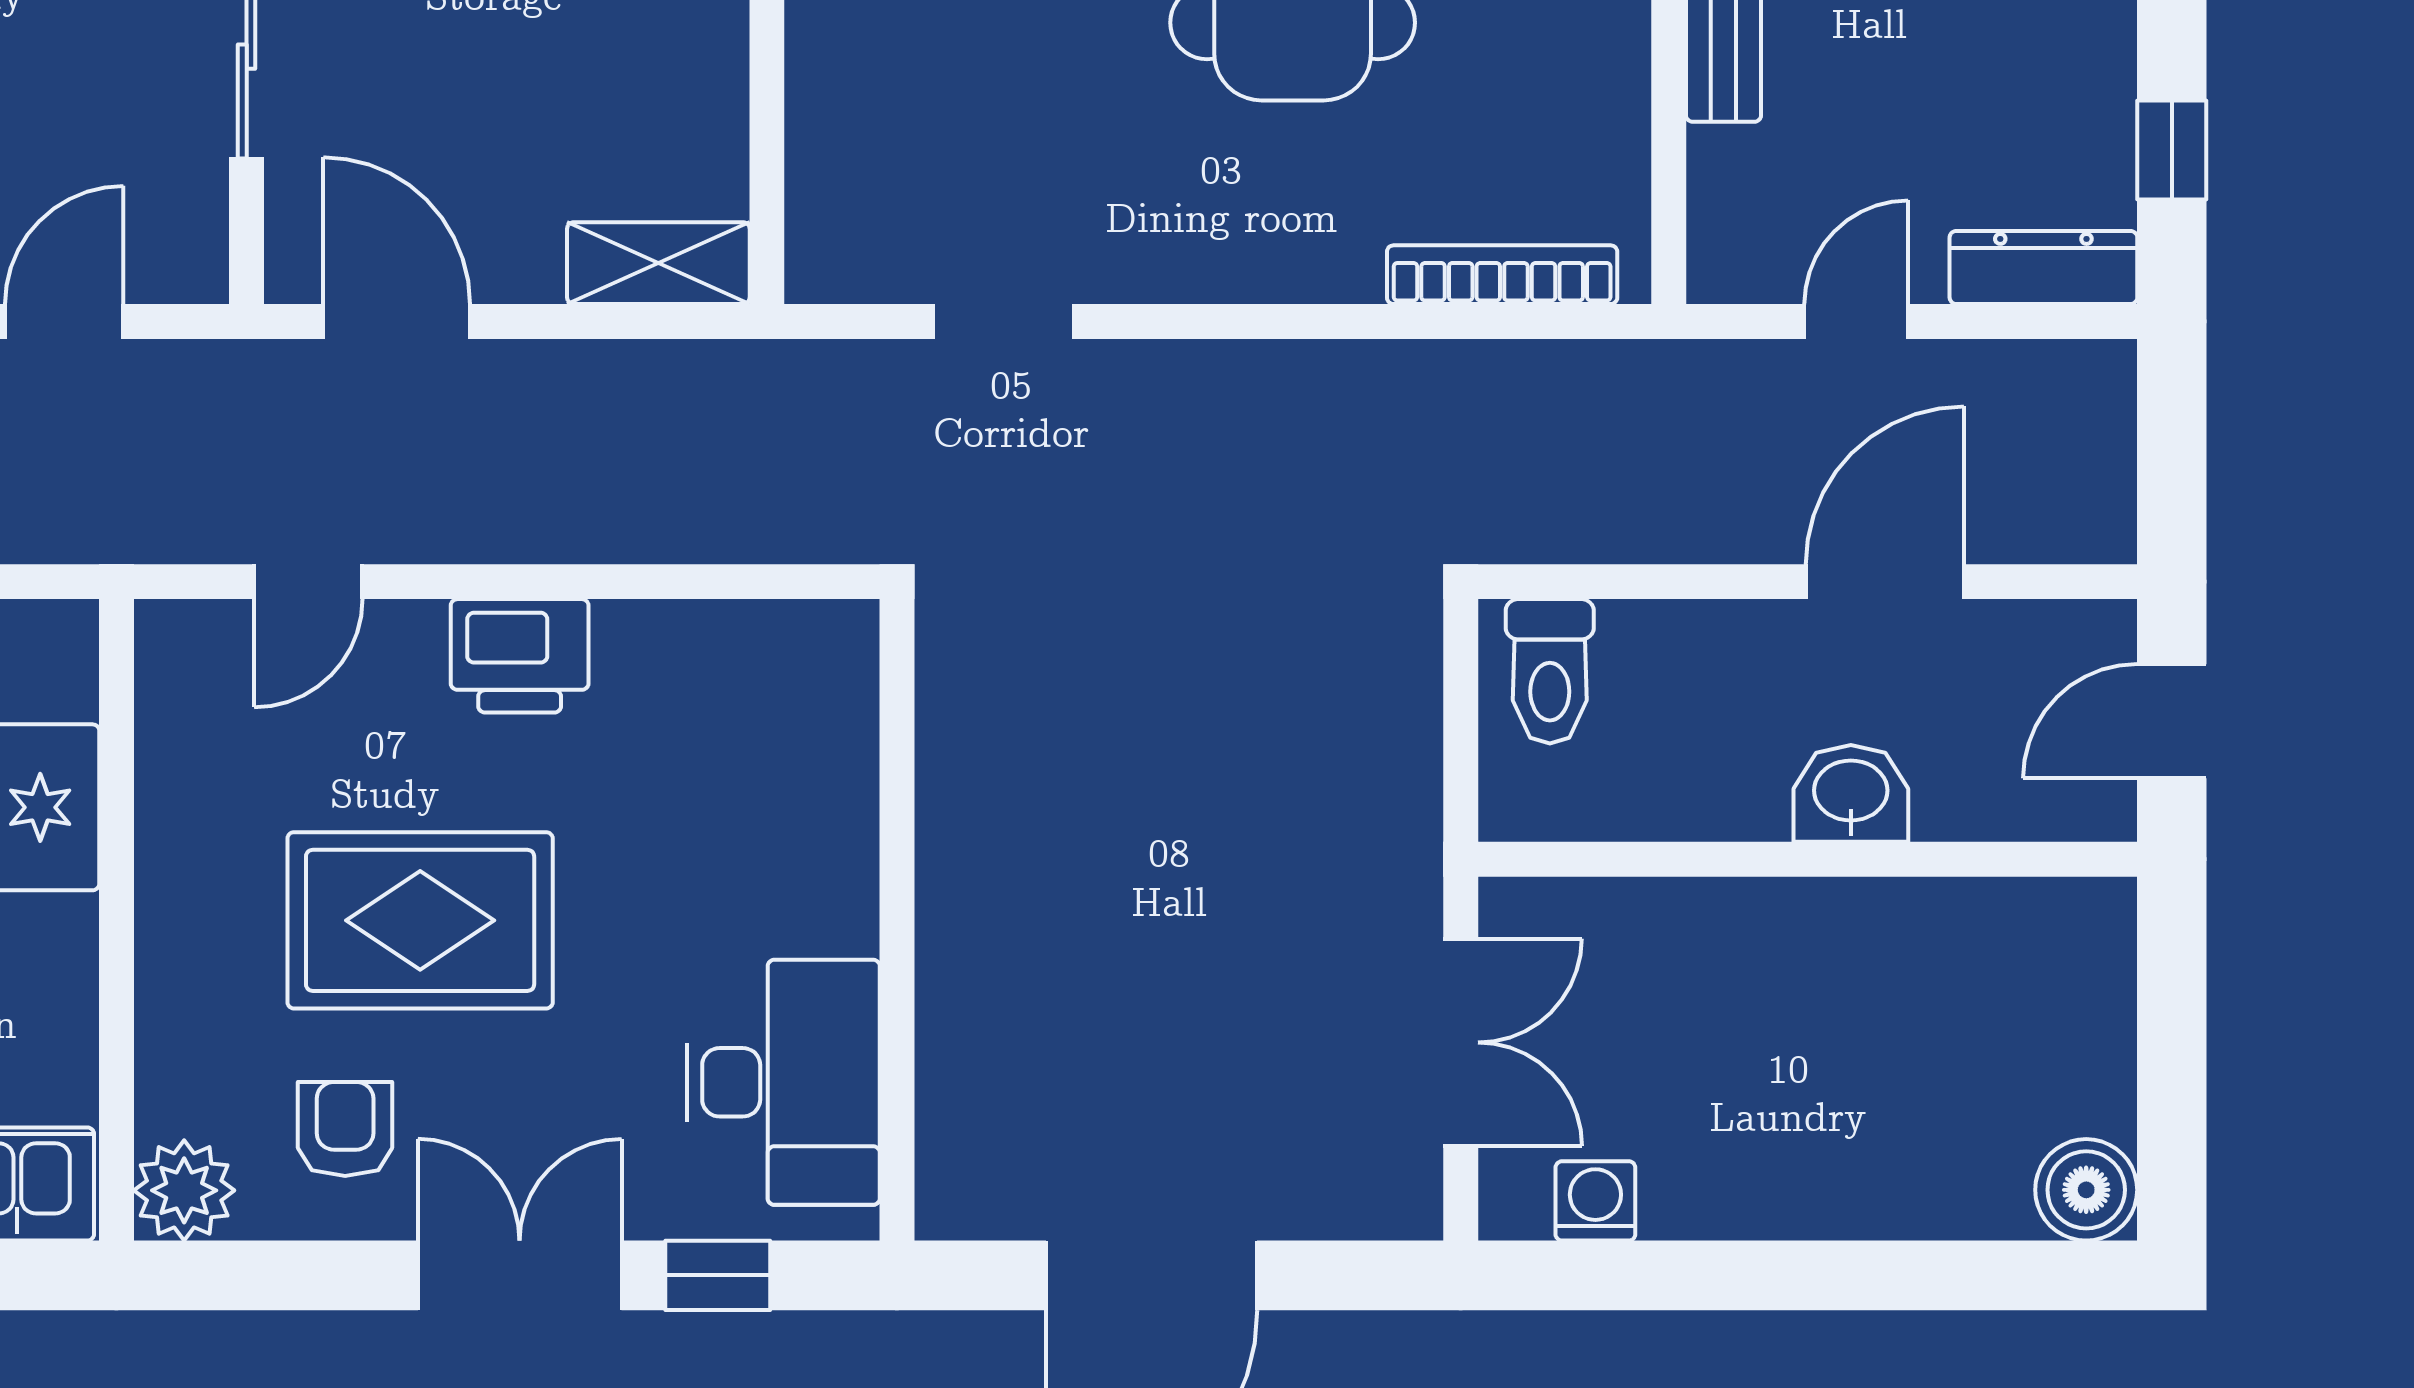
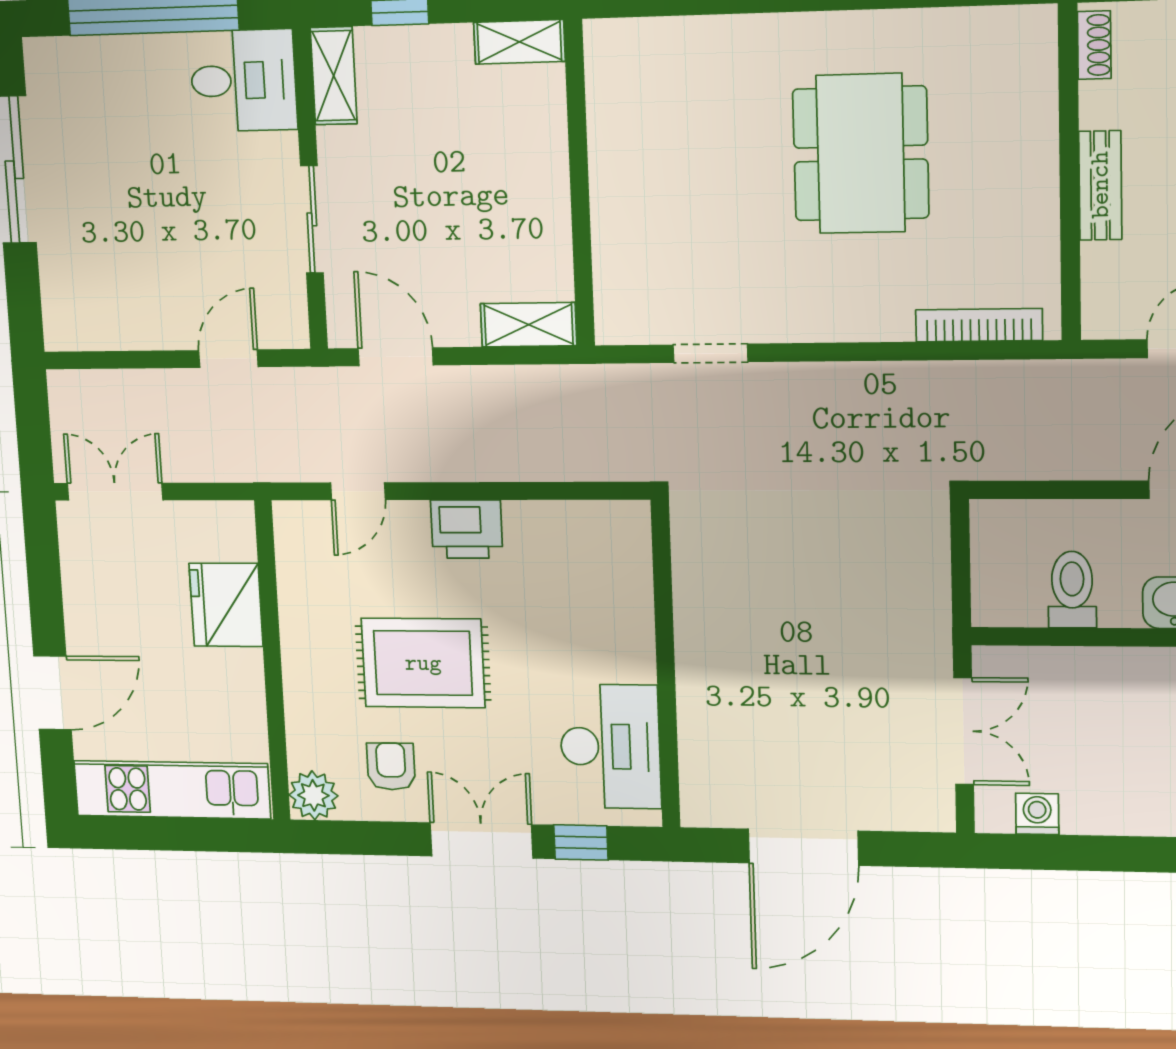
toilet: (1550, 671) -> (1072, 590), moved, turned 180

